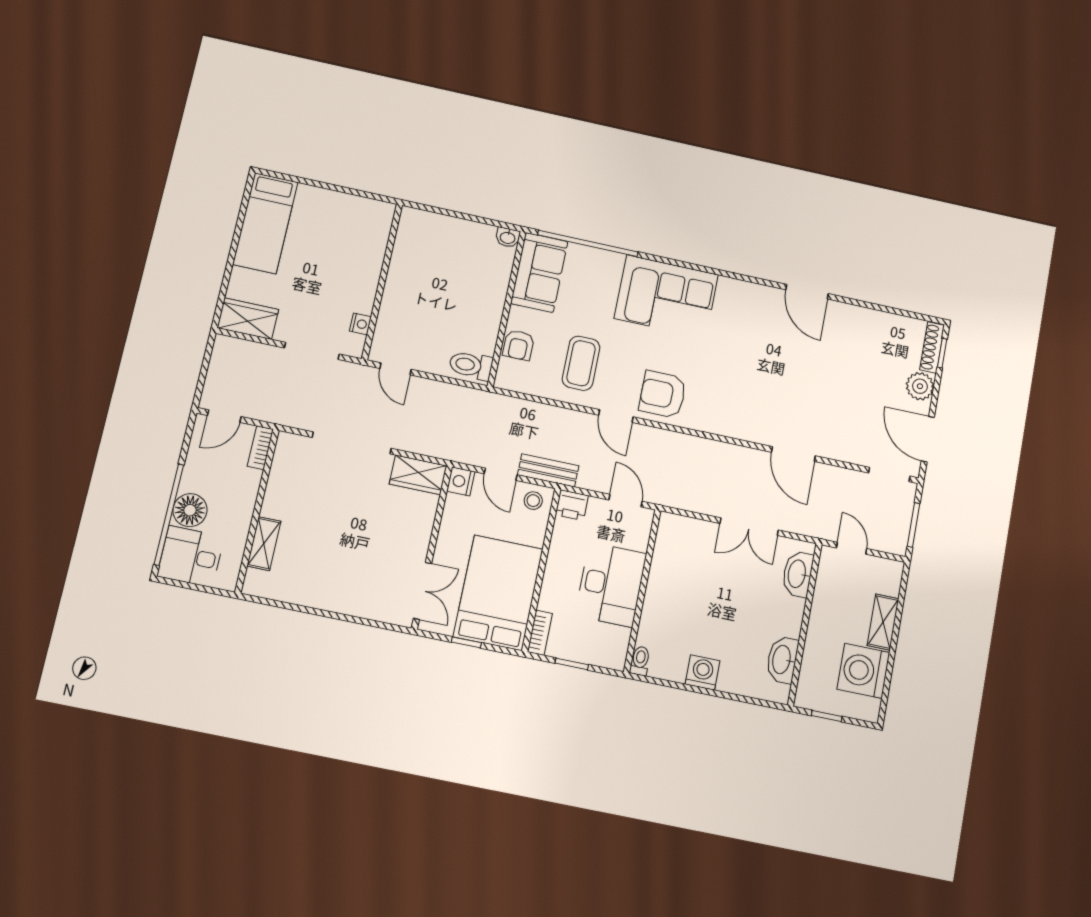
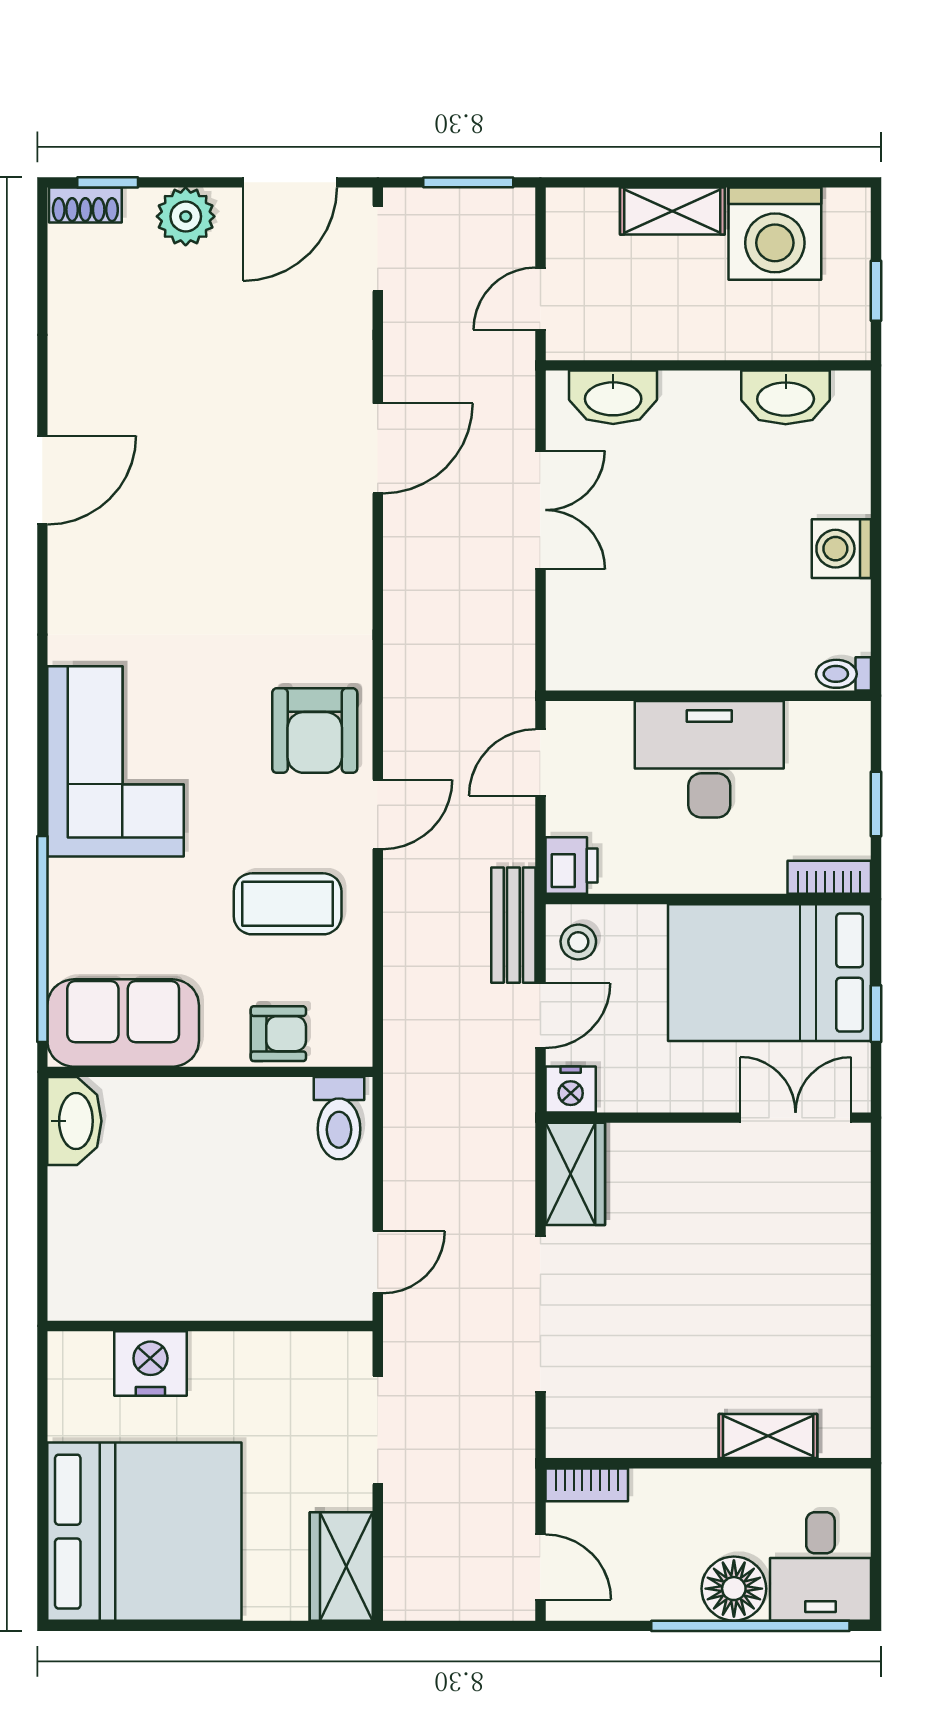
bed: (265, 223) -> (144, 1532), width x2.04
washbasin: (508, 237) -> (74, 1121), width x1.91, depth x1.45
nightstand: (360, 324) -> (150, 1363), moved, width x1.89, depth x1.79
shoe rack: (932, 348) -> (85, 205), width x0.70

